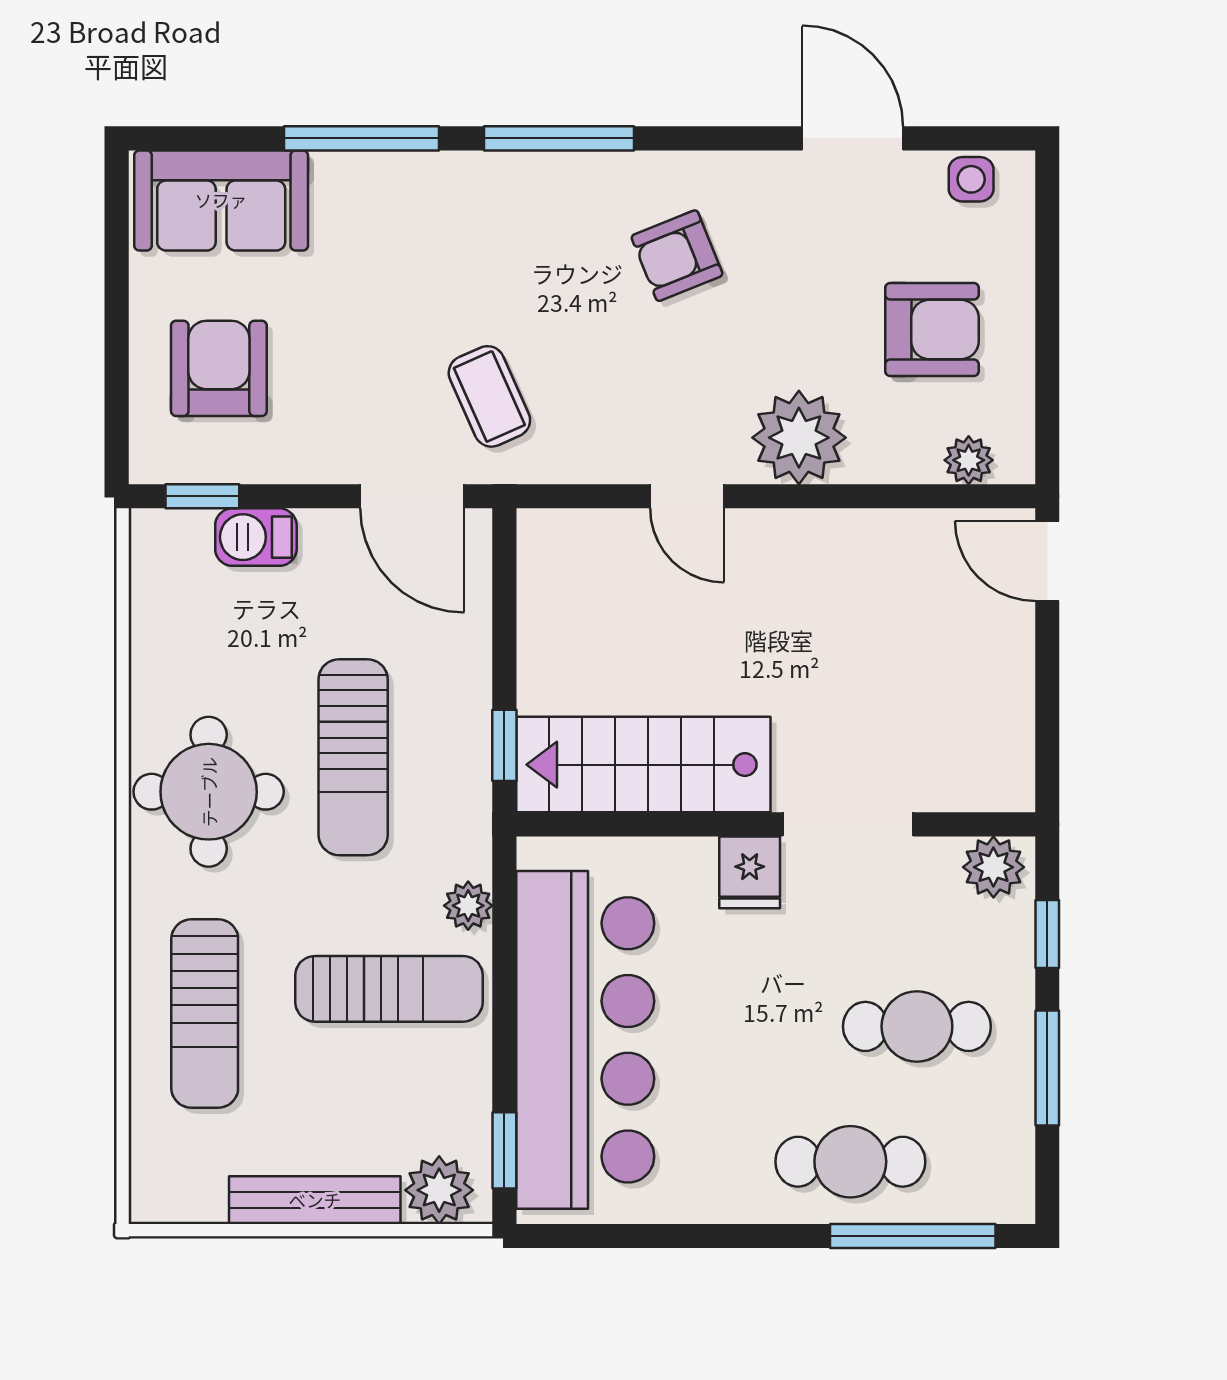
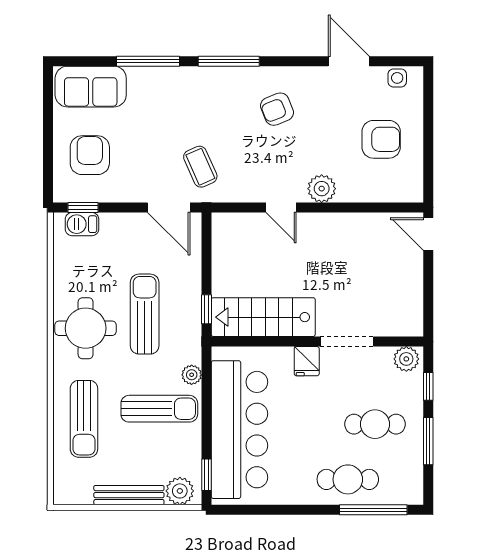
plant: (799, 438) -> (322, 189), width x0.73, depth x0.73
plant: (969, 460) -> (396, 193), removed
barbecue: (256, 537) -> (82, 224), moved
sun lounger: (353, 757) -> (145, 314), turned 180

